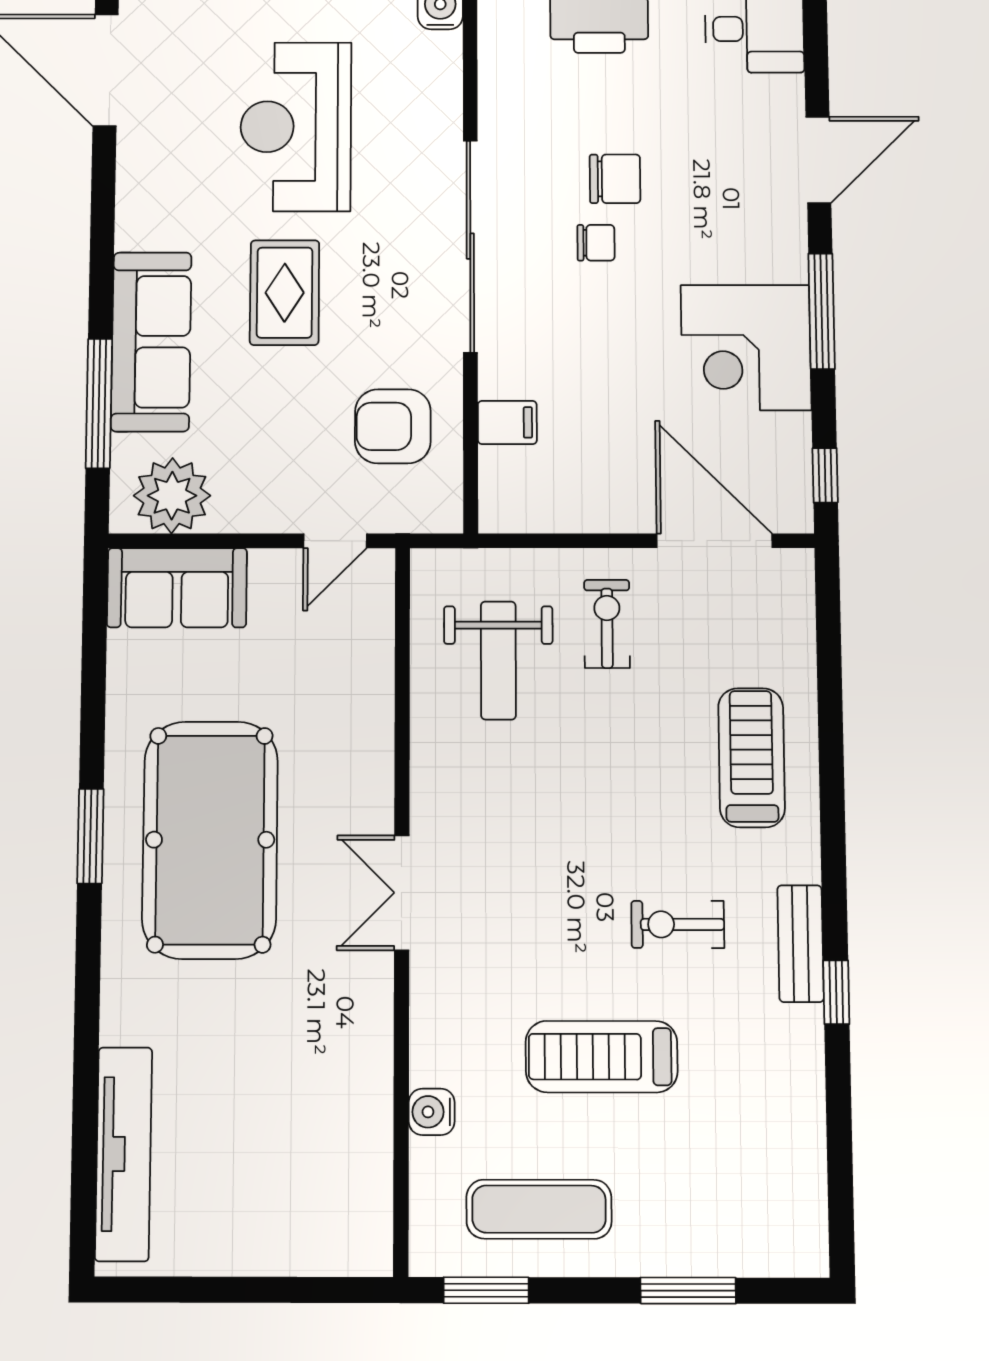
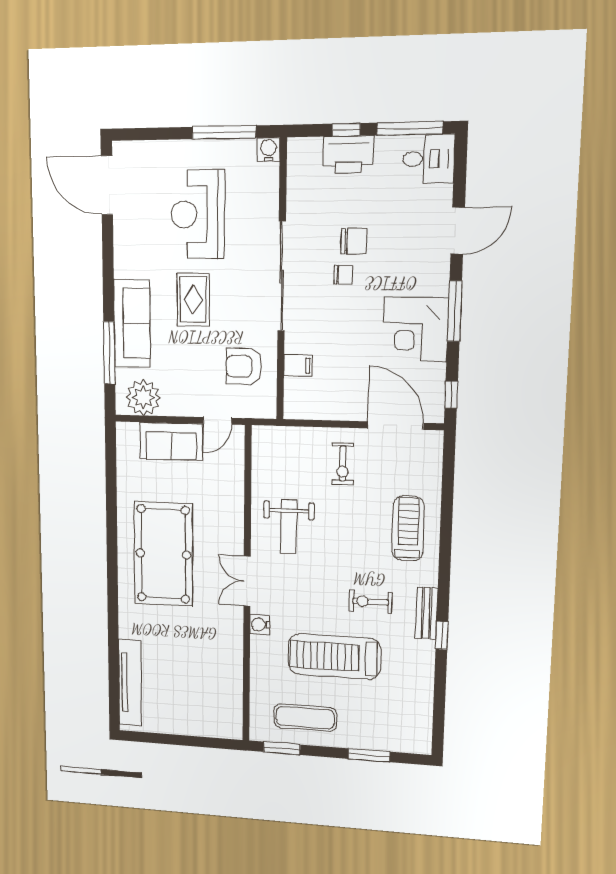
sofa: (177, 588) -> (171, 441), moved
exercise bike: (607, 624) -> (343, 464), turned 180
weight bench: (498, 660) -> (289, 527), moved
window: (90, 836) -> (112, 550), removed
treadmill: (602, 1057) -> (334, 656), width x1.37, depth x1.38
water cooler: (432, 1112) -> (260, 625), moved

